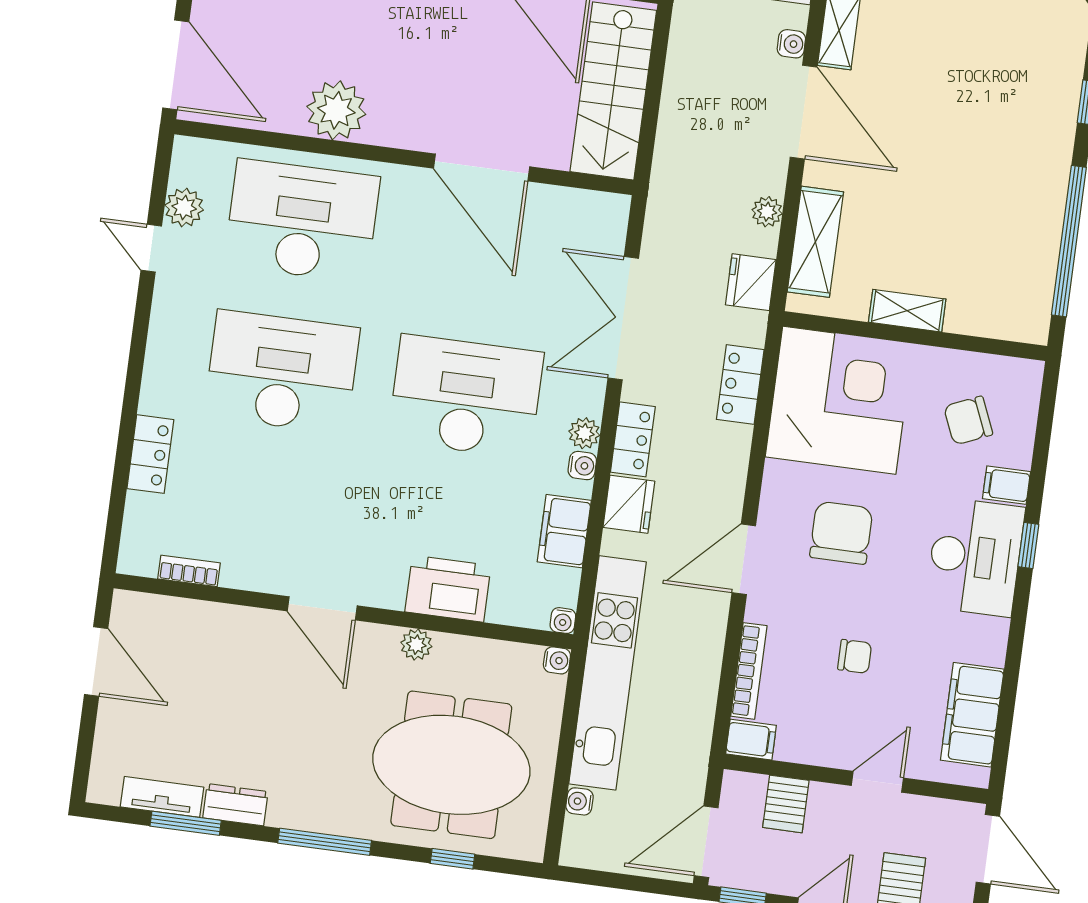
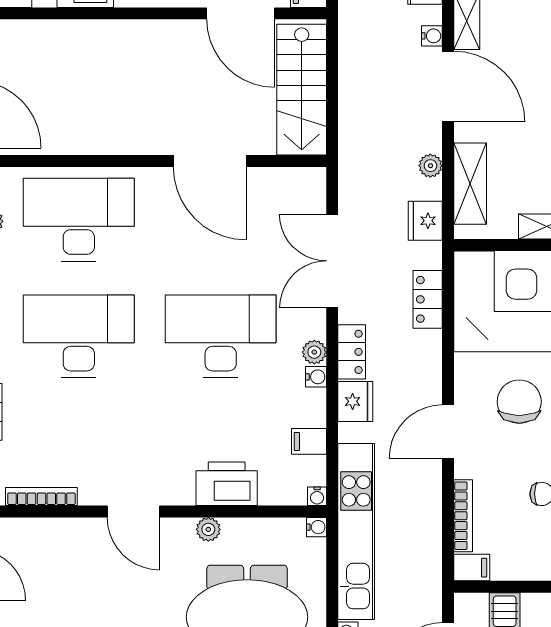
plant: (336, 110) -> (94, 132), removed
filing cabinet: (564, 531) -> (309, 441), width x0.50
bookcase: (189, 571) -> (41, 497), width x1.56

